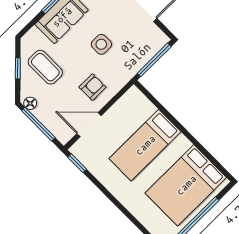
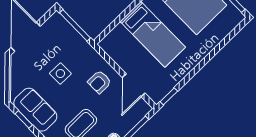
armchair: (92, 87) -> (99, 82), turned -90

